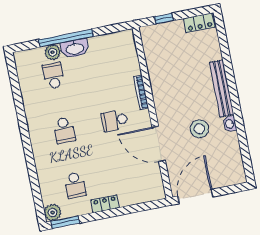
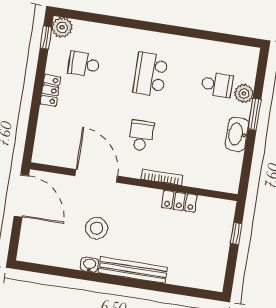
locker: (199, 23) -> (179, 201), moved, turned -90
window: (66, 38) -> (255, 114), width x0.47
washbasin: (75, 48) -> (237, 134), moved
school desk: (64, 130) -> (150, 74), width x1.85
door: (159, 144) -> (96, 176), hinge flipped
window: (65, 222) -> (46, 38), width x0.67

